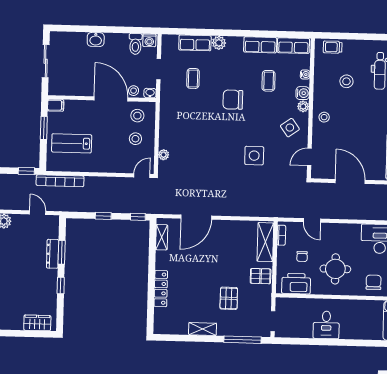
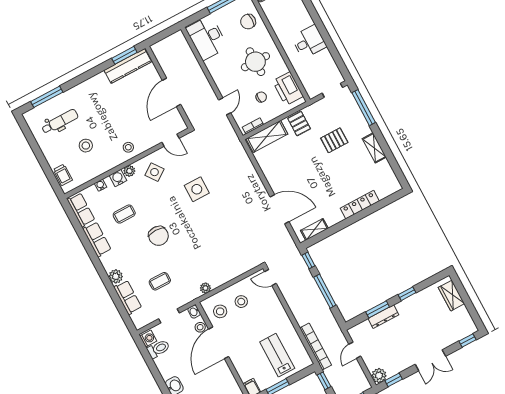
lab bench: (72, 143) -> (277, 355), turned 180
plant: (164, 155) -> (205, 288), moved
window: (103, 216) -> (325, 291), width x2.17

